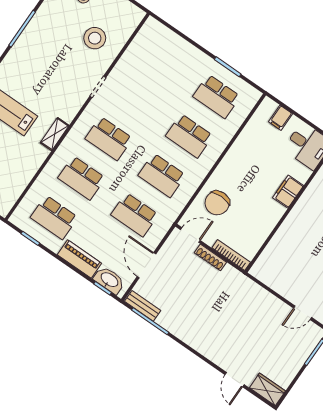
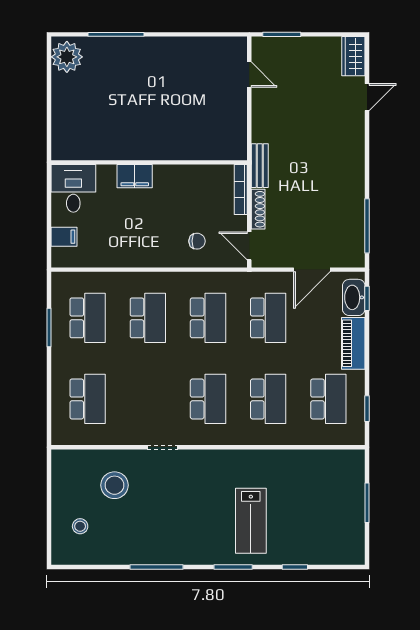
school desk: (163, 60) -> (88, 399), added
shelving: (55, 134) -> (242, 458), removed
chair: (217, 203) -> (197, 241), width x0.54, depth x0.54
bench: (143, 306) -> (260, 166), moved

